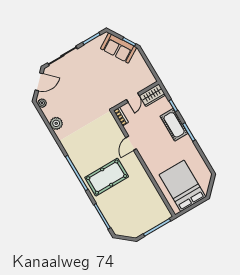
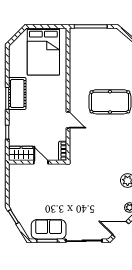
sofa: (119, 48) -> (49, 229), moved, turned -58
door: (133, 98) -> (41, 162), hinge flipped
cot: (174, 125) -> (17, 93), moved
door: (131, 143) -> (68, 120), hinge flipped

